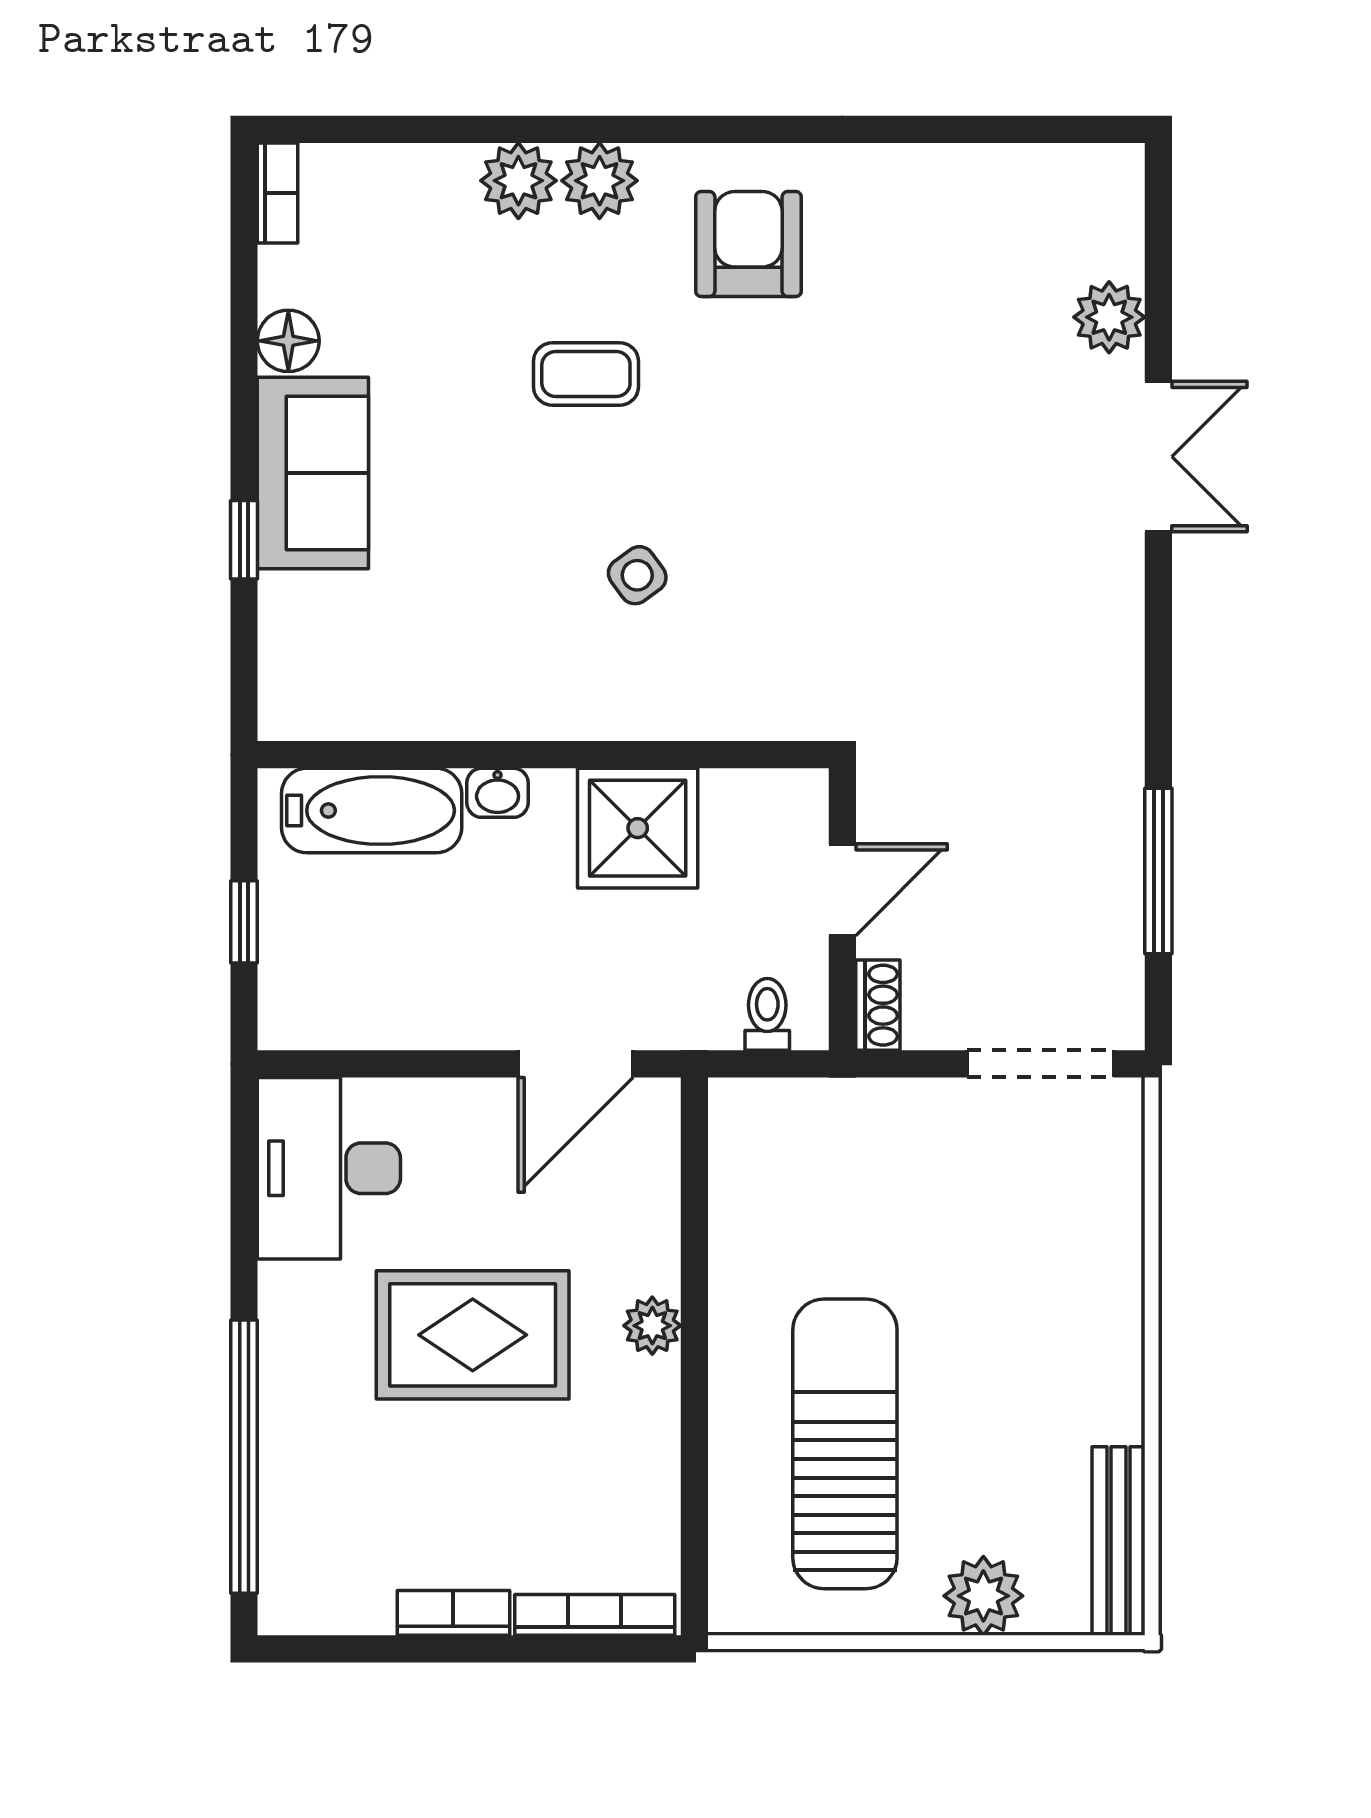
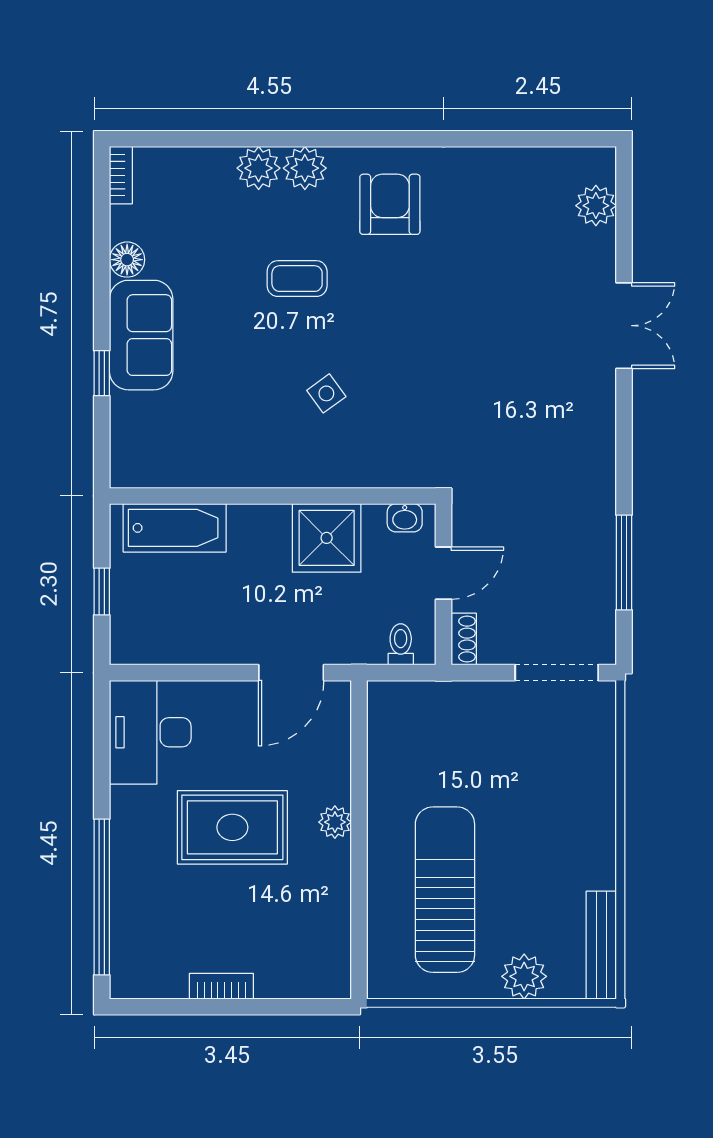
plant: (1109, 317) -> (596, 206), moved
washbasin: (498, 793) -> (405, 518), moved
bookcase: (595, 1615) -> (302, 987), removed

